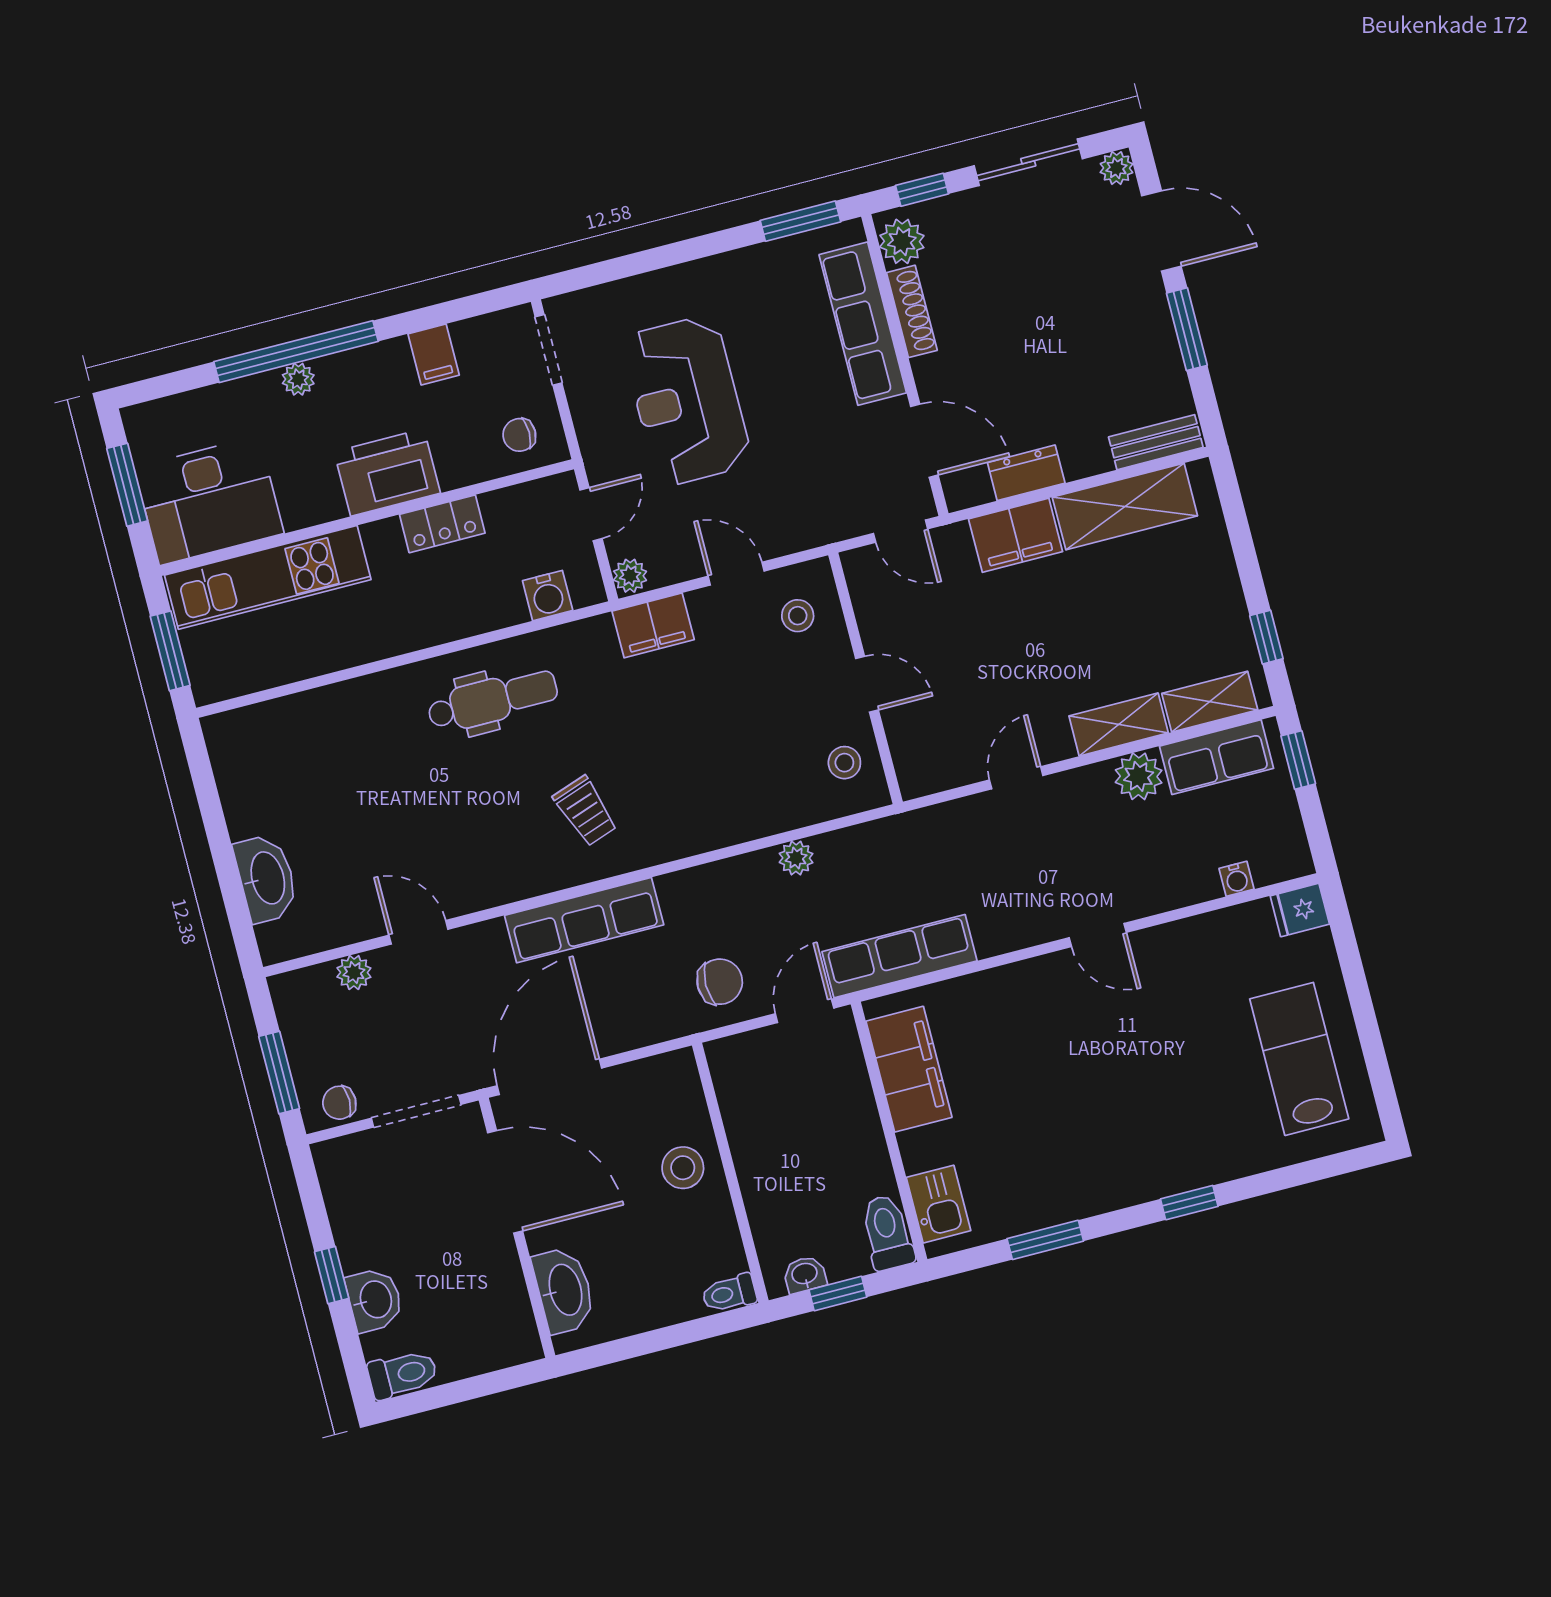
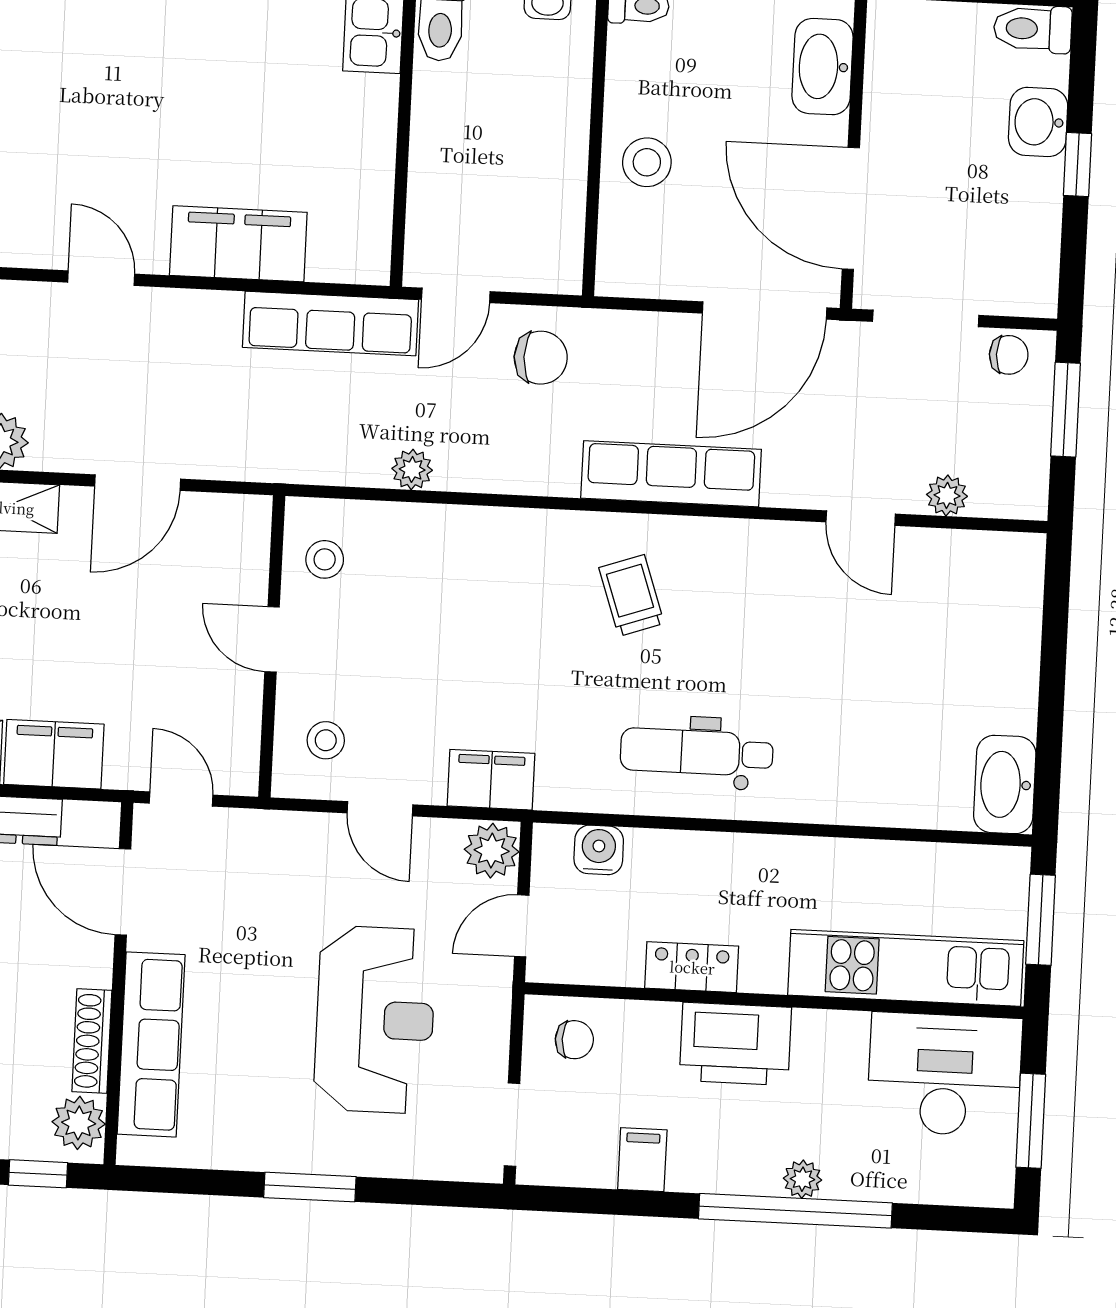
window: (800, 221) -> (310, 1187), moved
plant: (630, 576) -> (492, 851), width x1.38, depth x1.38
door: (1016, 778) -> (138, 483), width x1.38
washbasin: (266, 878) -> (1005, 785), moved
chair: (720, 982) -> (541, 358), turned 180
filing cabinet: (909, 1069) -> (238, 244), moved, turned 90

